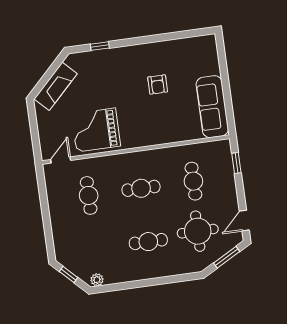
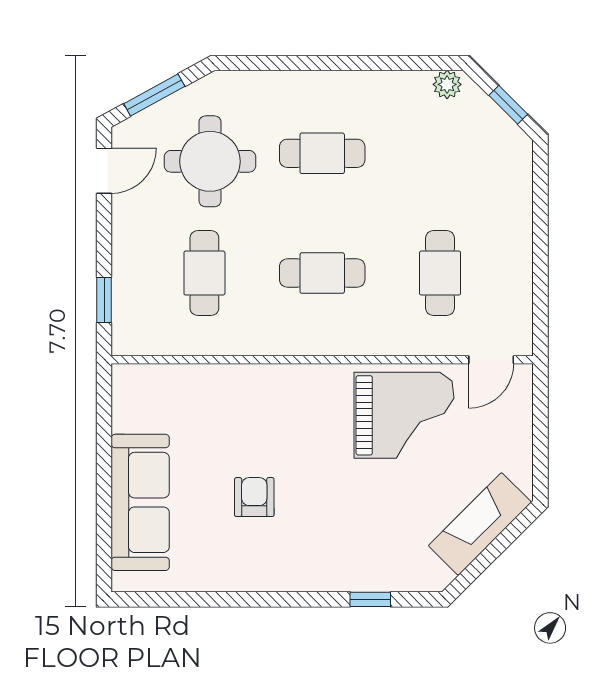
sofa: (212, 107) -> (140, 502), moved

